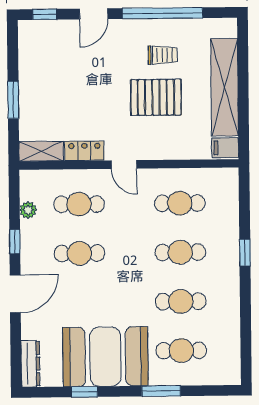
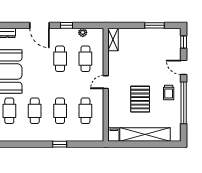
trolley: (163, 55) -> (169, 92), moved
window: (13, 100) -> (155, 25), moved
locker: (84, 151) -> (113, 62), removed

